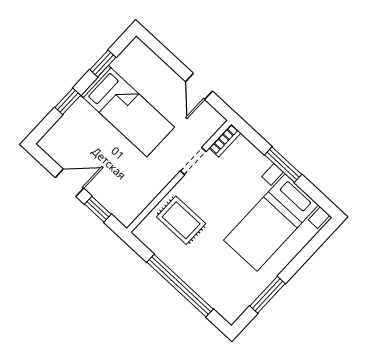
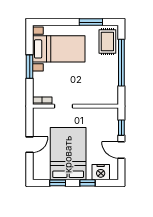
door: (199, 86) -> (30, 145), moved
bed: (128, 111) -> (68, 154), width x1.50
nightstand: (66, 131) -> (101, 172), added
rug: (181, 220) -> (107, 42), moved

